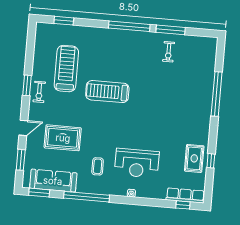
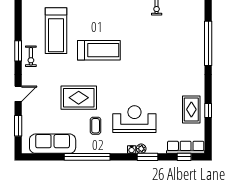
treadmill: (66, 69) -> (56, 31), turned 180
treadmill: (107, 92) -> (99, 50), turned 180
rug: (63, 138) -> (79, 98), moved
reception desk: (137, 163) -> (134, 119), turned 180
window: (39, 193) -> (147, 157), moved
plant: (141, 193) -> (141, 149), added

